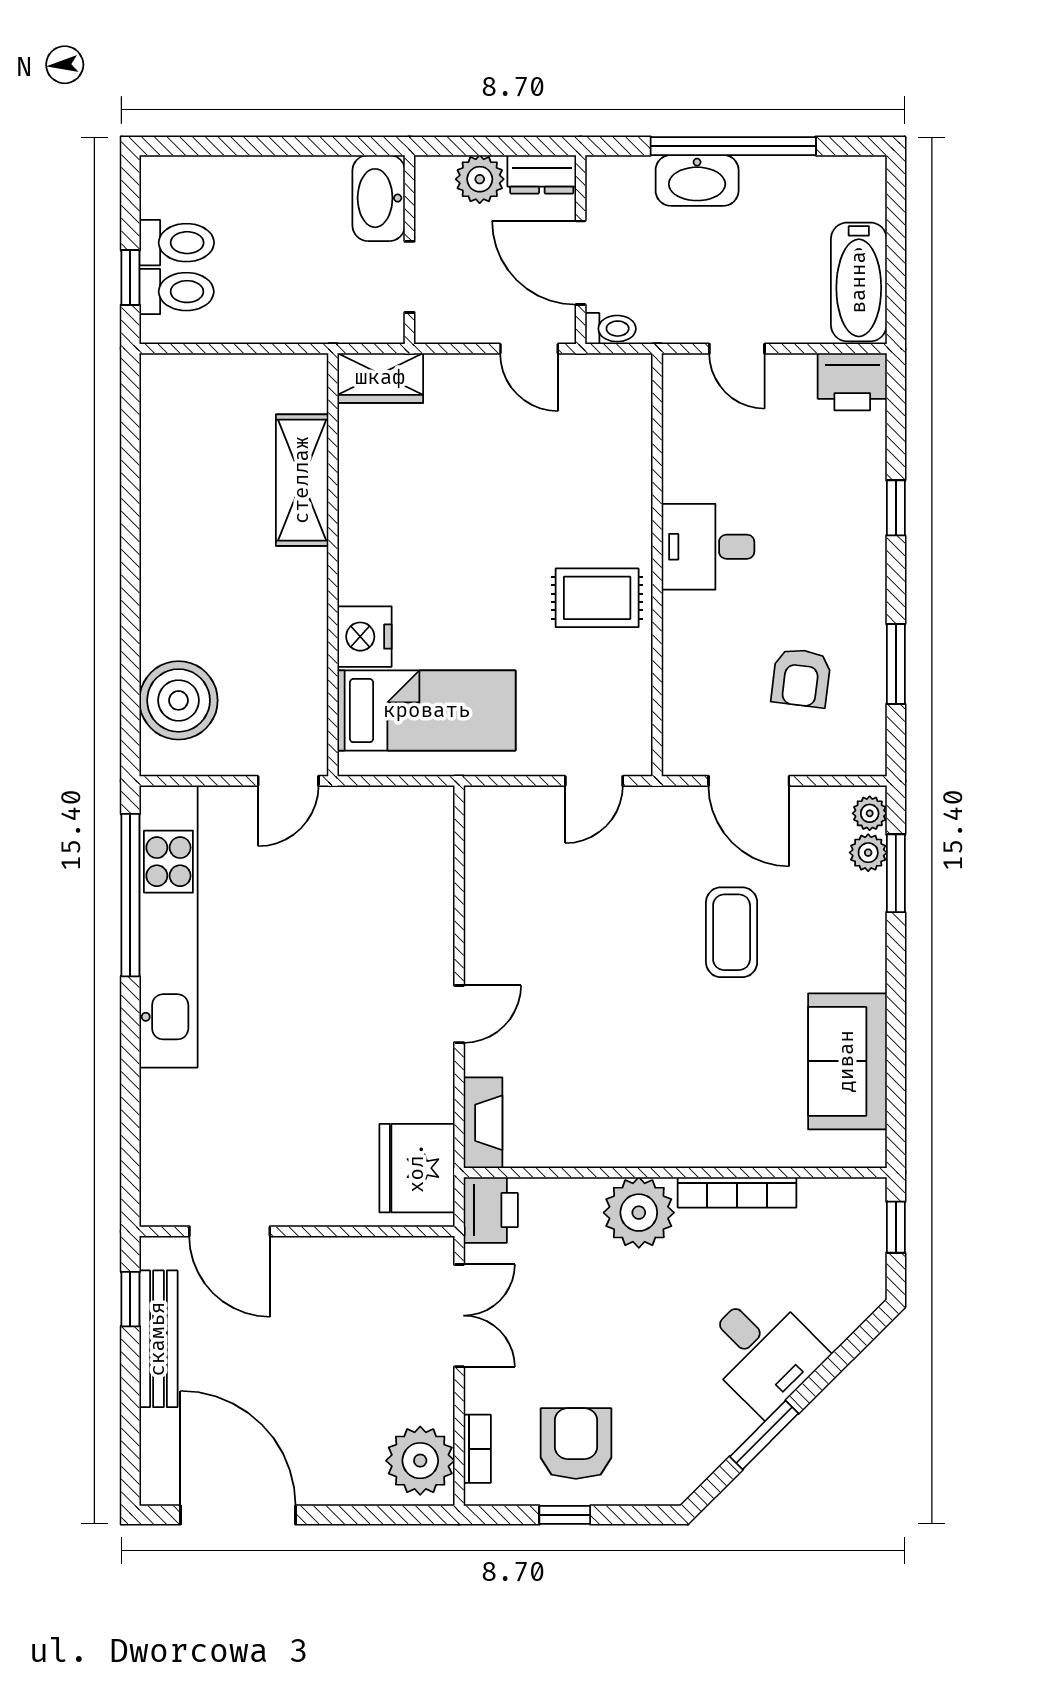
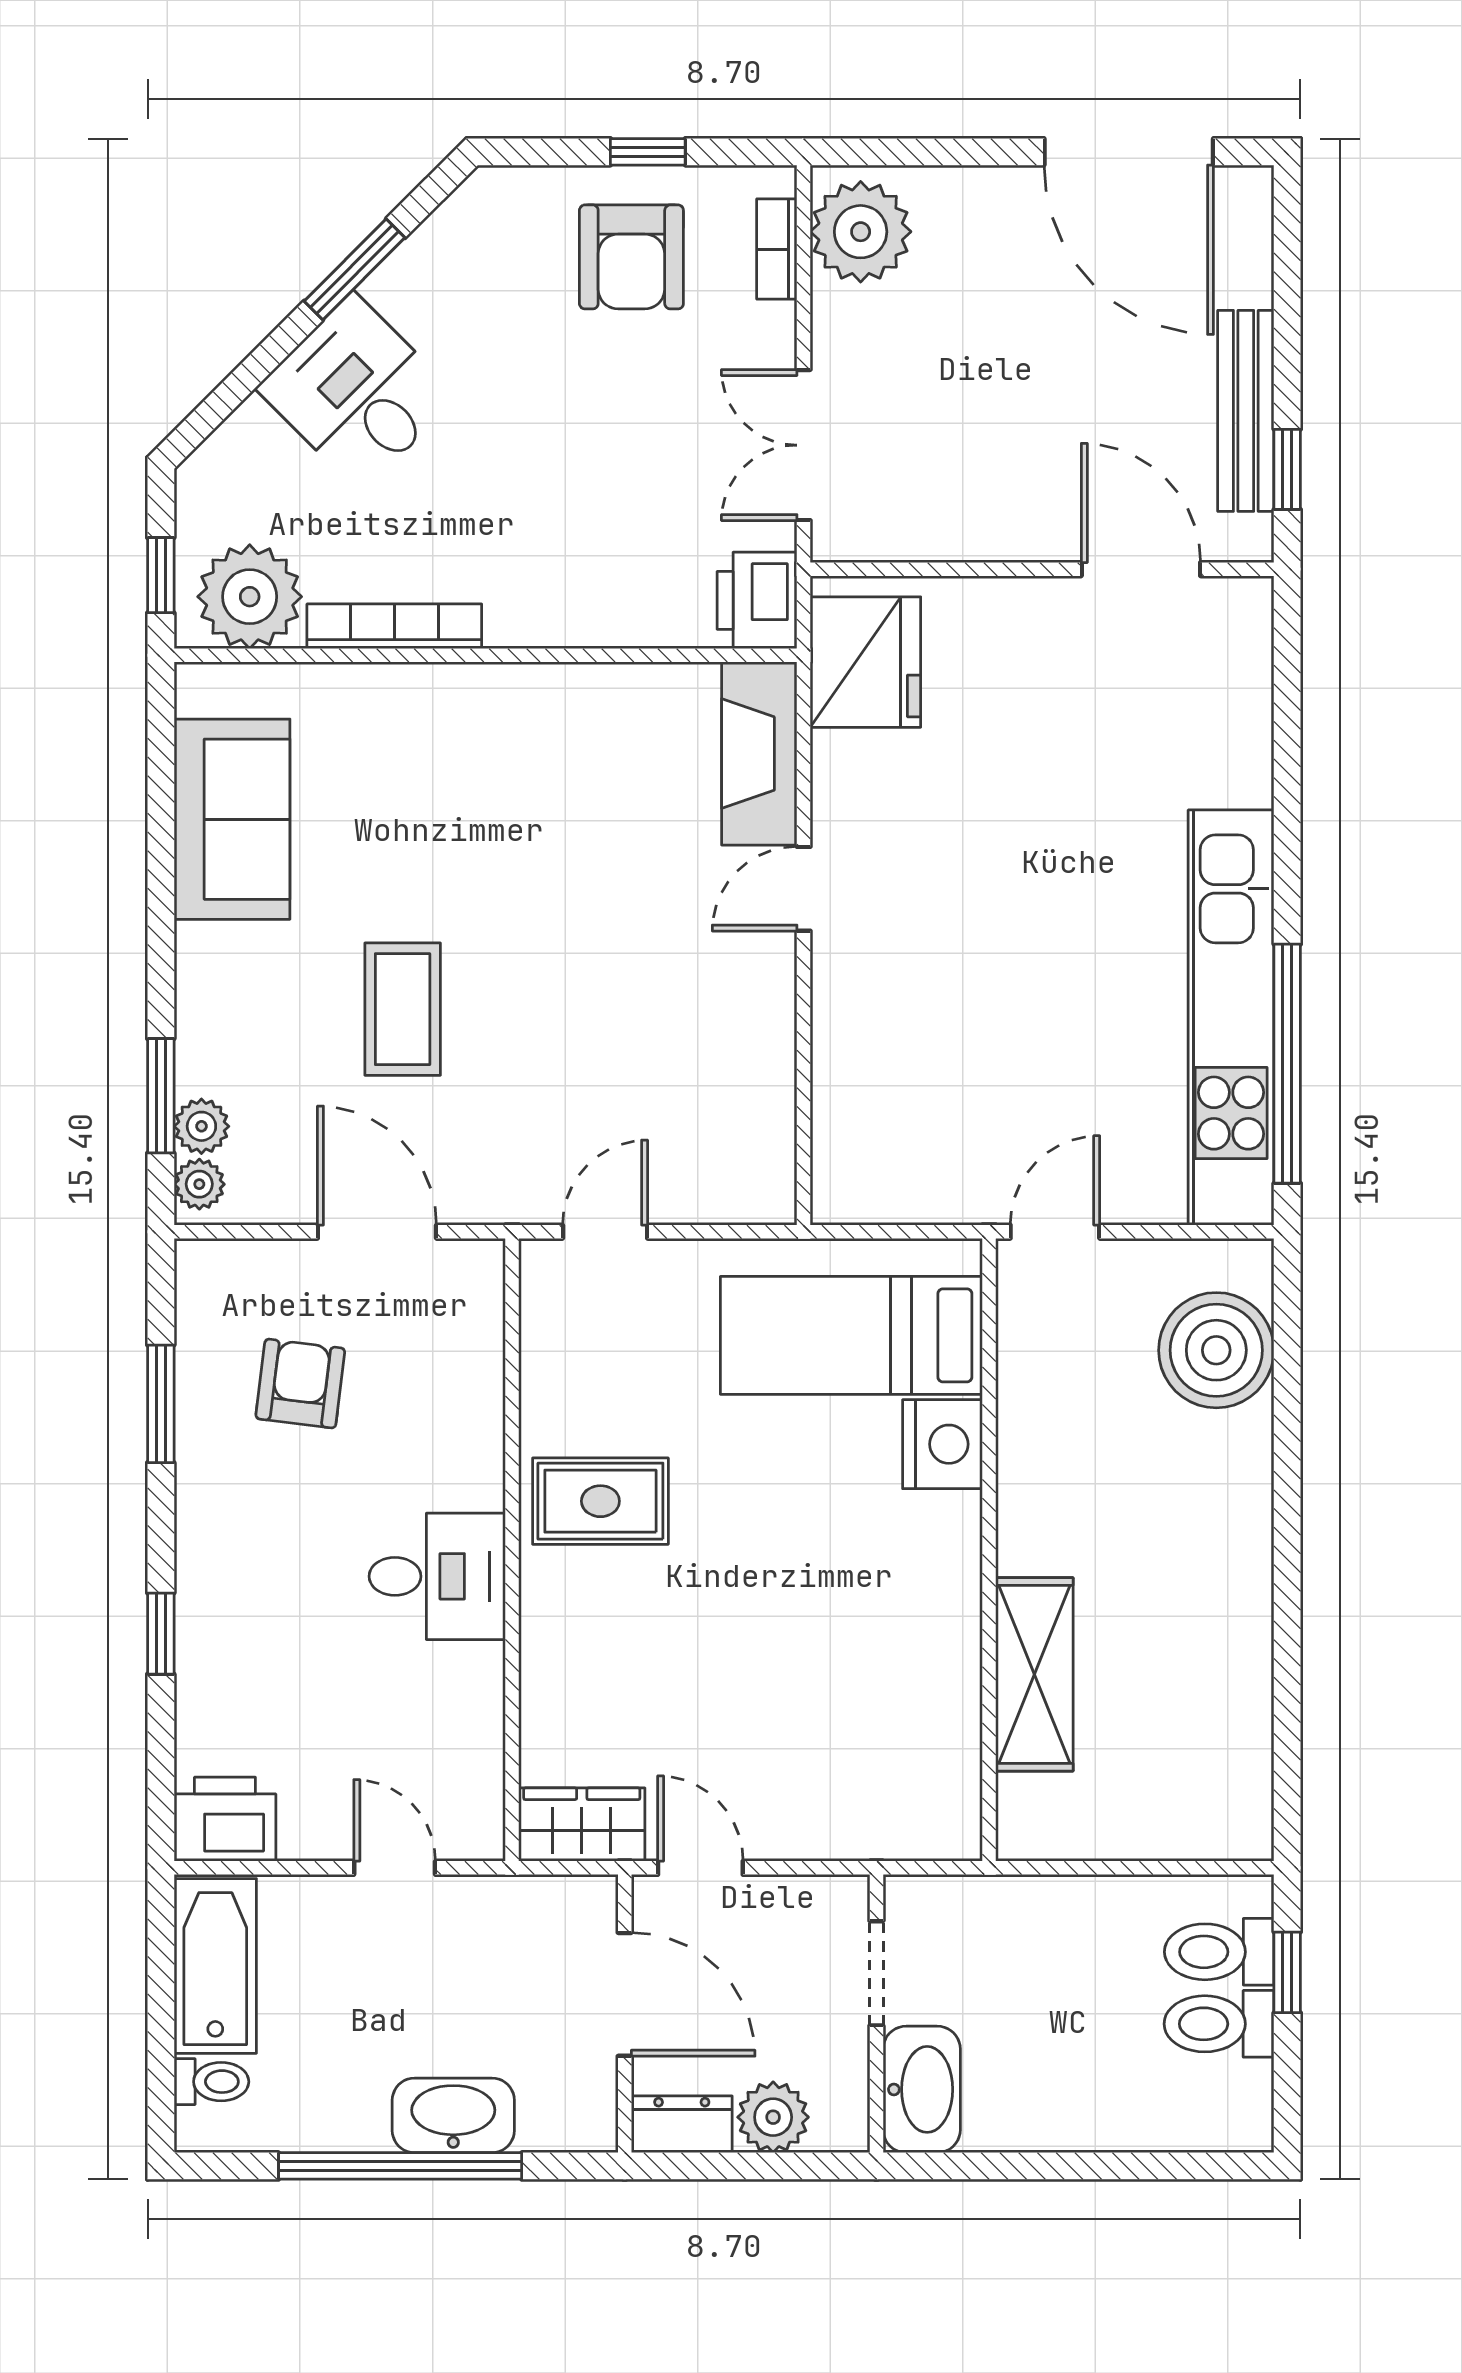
toilet: (610, 329) -> (211, 2082), moved, turned 180
wardrobe: (380, 378) -> (582, 1825), moved
fireplace: (483, 1123) -> (759, 754), width x1.37, depth x1.32
plant: (639, 1213) -> (250, 597), moved

